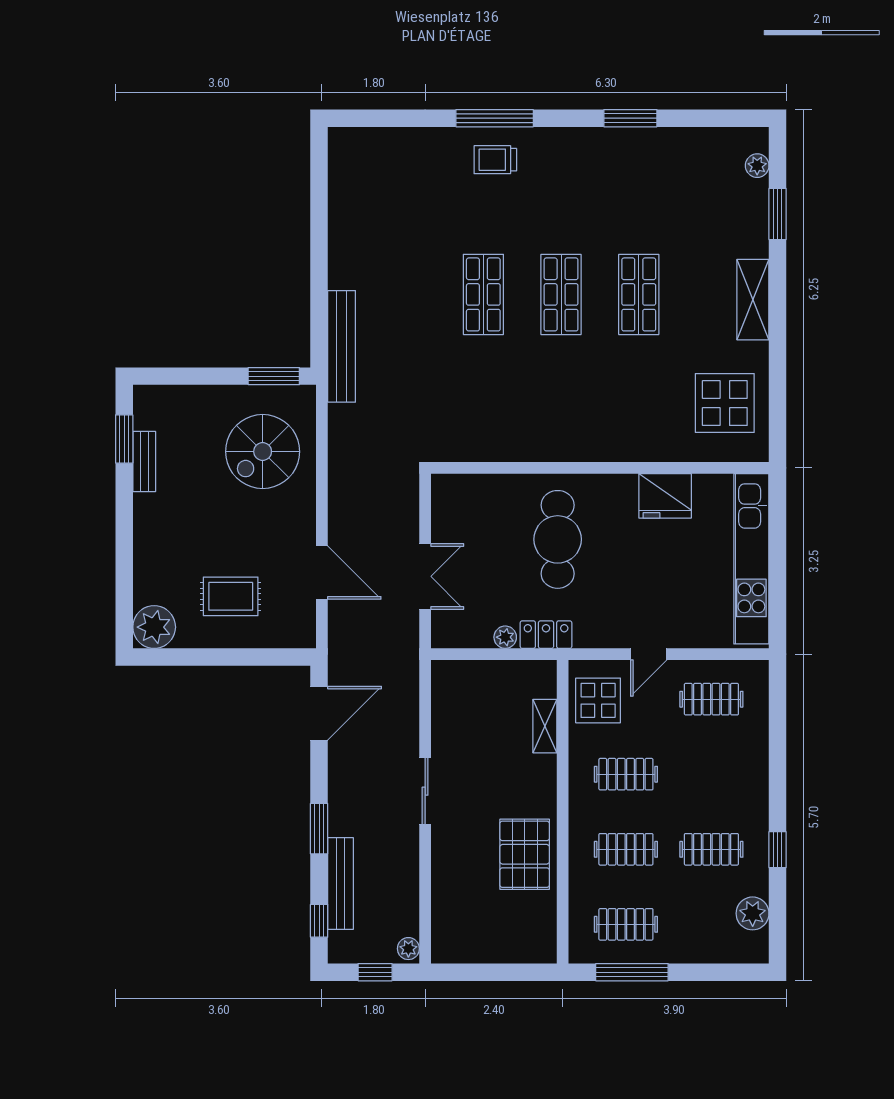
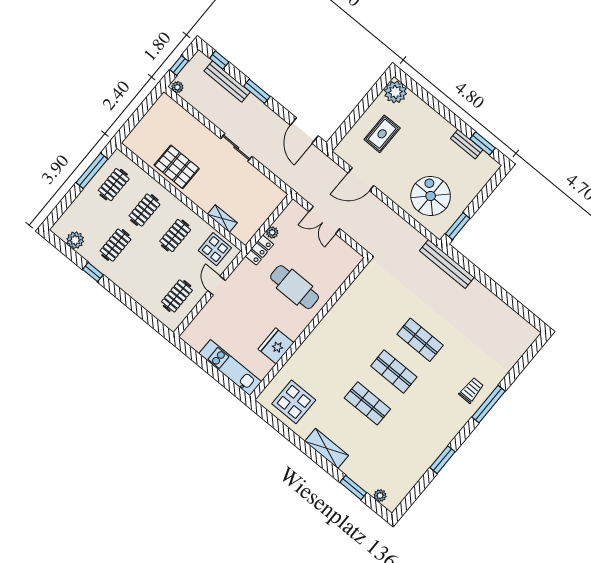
kitchen unit: (751, 559) -> (230, 368), width x0.73

